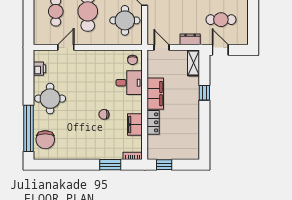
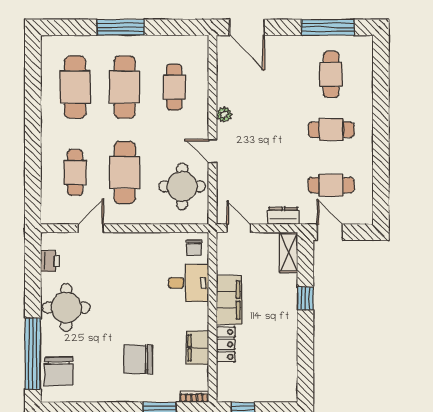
chair: (104, 114) -> (138, 359), moved, width x1.87, depth x1.87

